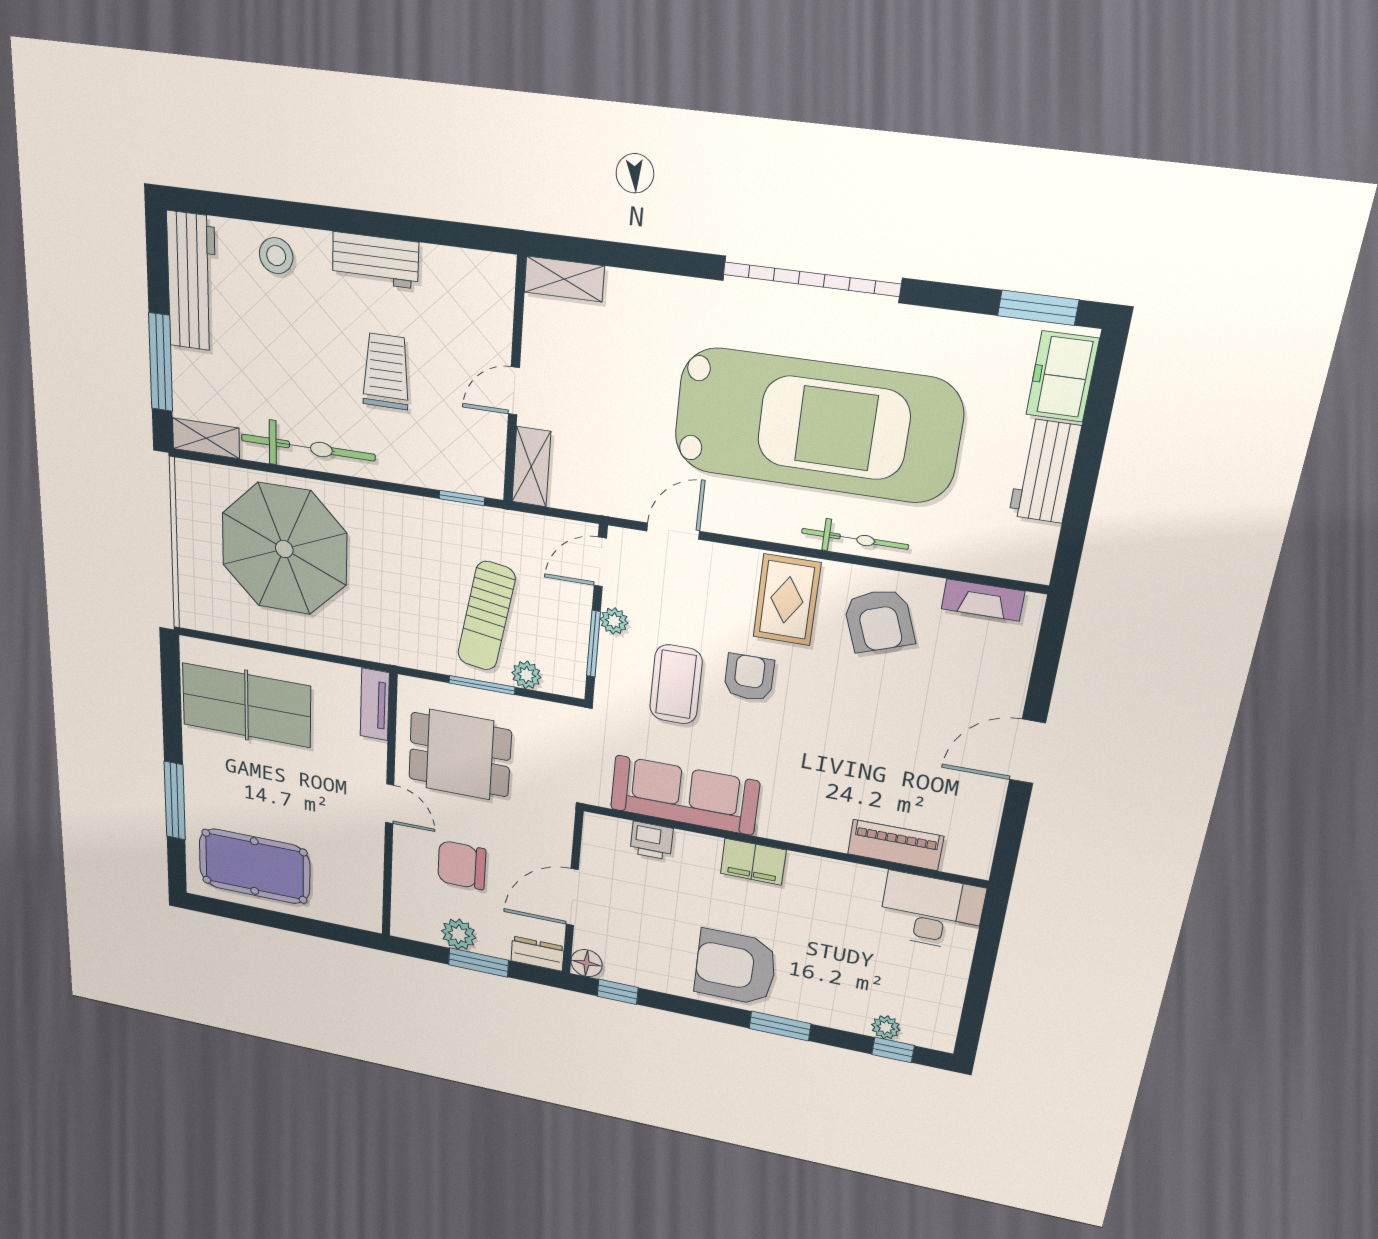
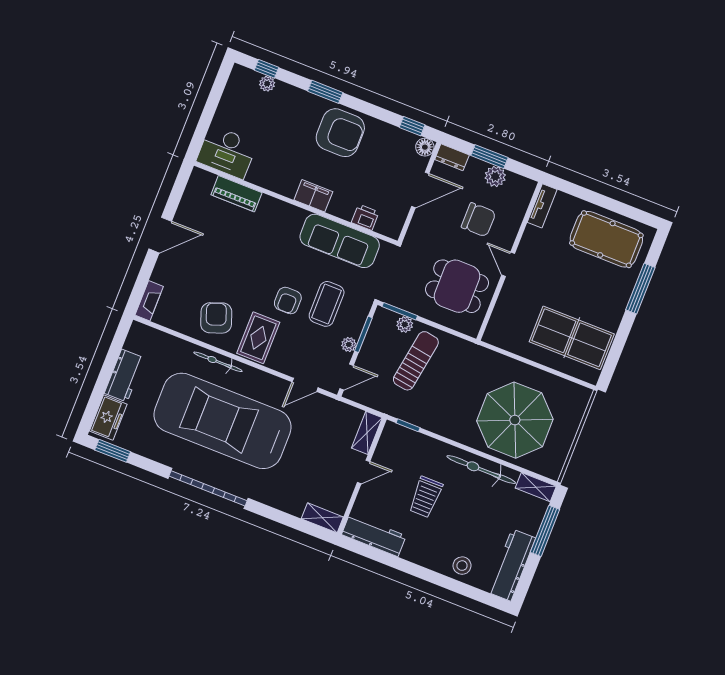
workbench: (375, 260) -> (374, 535), moved, width x1.37
fireplace: (983, 600) -> (149, 301), moved, turned 90
window: (482, 685) -> (400, 311), moved
tv unit: (375, 704) -> (542, 206), moved

